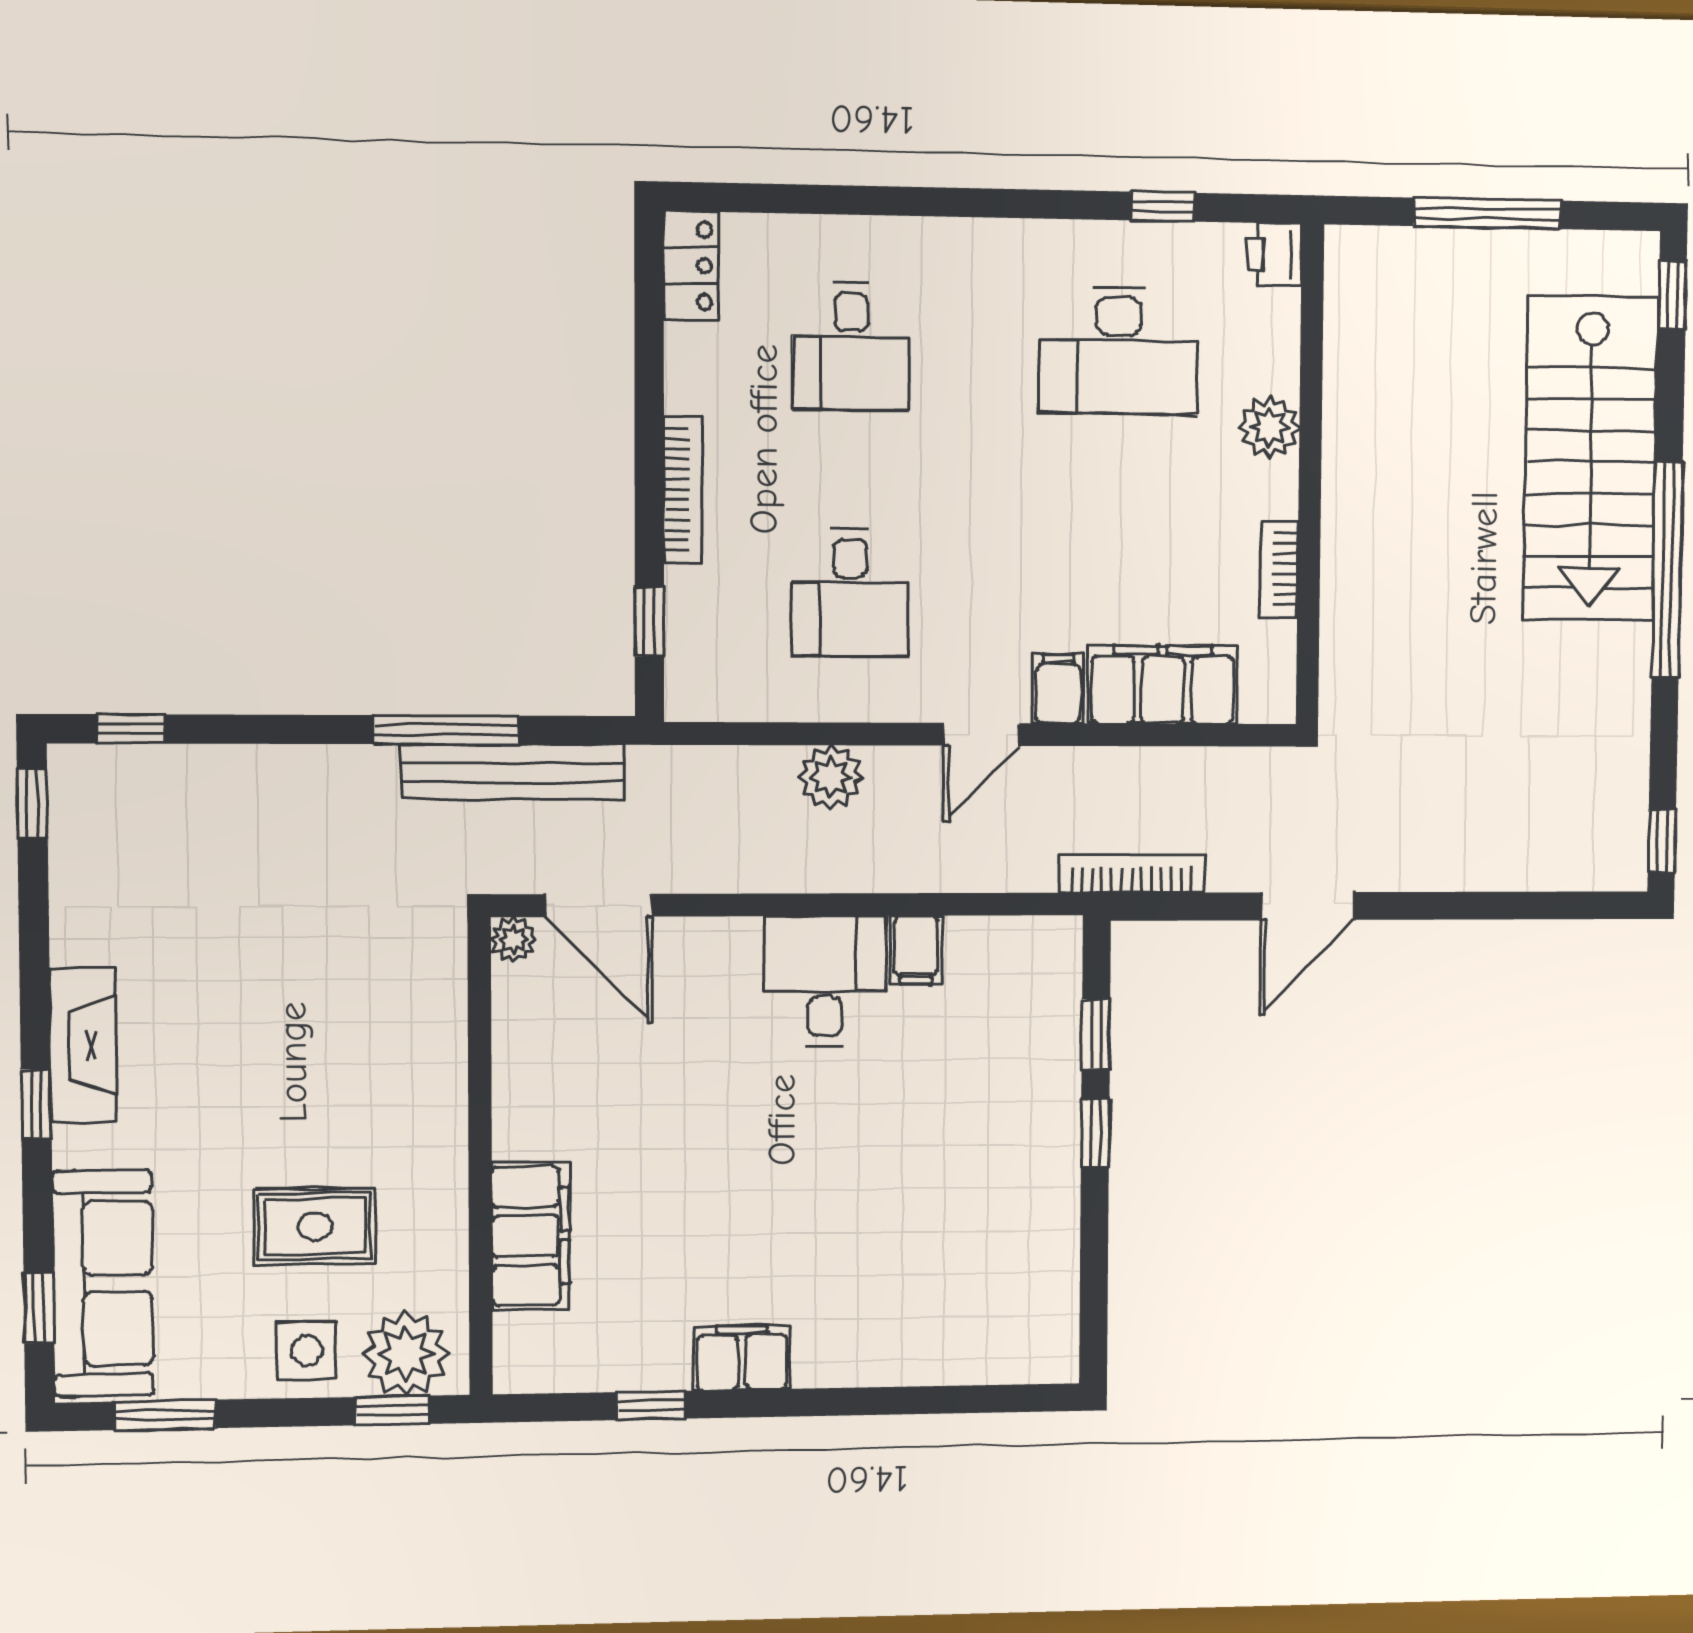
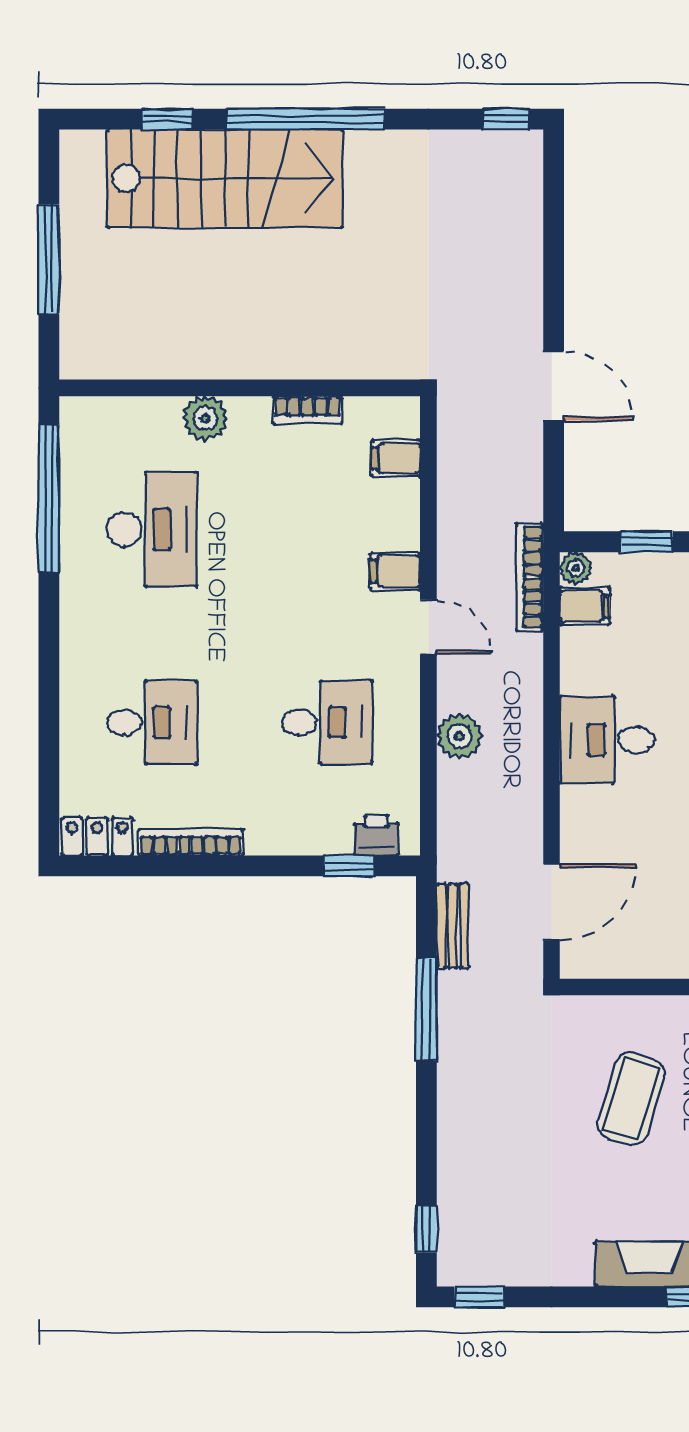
window: (1162, 207) -> (49, 498), width x3.17
printer: (1274, 254) -> (376, 835), moved, turned 180
window: (1672, 295) -> (168, 119), moved
bookcase: (683, 490) -> (191, 842), moved
filing cabinet: (1163, 684) -> (396, 458), width x0.33, depth x0.86
bench: (513, 772) -> (453, 926), width x0.54, depth x0.82
bookcase: (1132, 874) -> (530, 577), moved
plant: (513, 939) -> (576, 568), moved
filing cabinet: (916, 950) -> (585, 606), moved
coffee table: (320, 1018) -> (631, 1099), added

